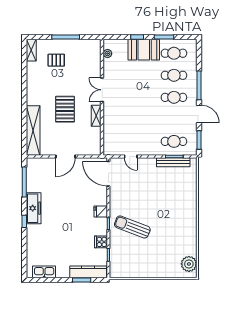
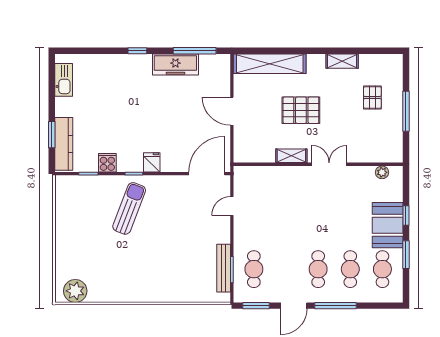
shelving: (31, 50) -> (342, 61), moved
freezer: (34, 208) -> (175, 65), moved

